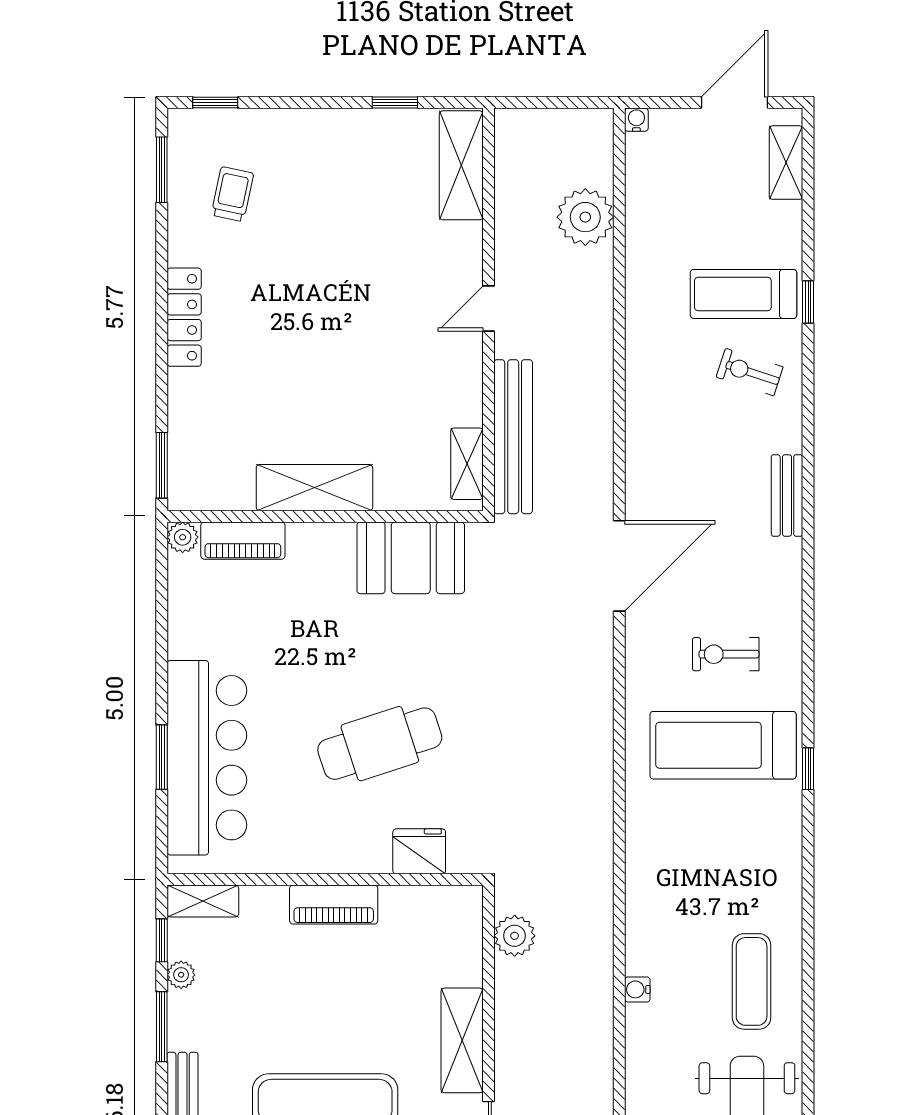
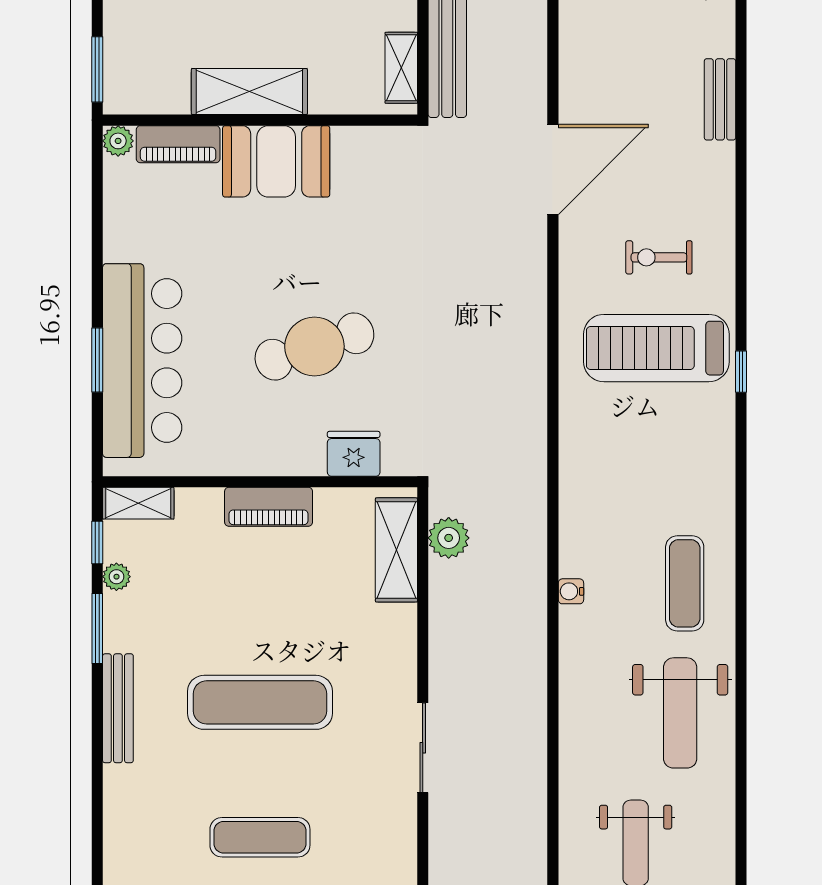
booth: (411, 558) -> (276, 161), moved
shelving: (462, 1040) -> (396, 550), moved

